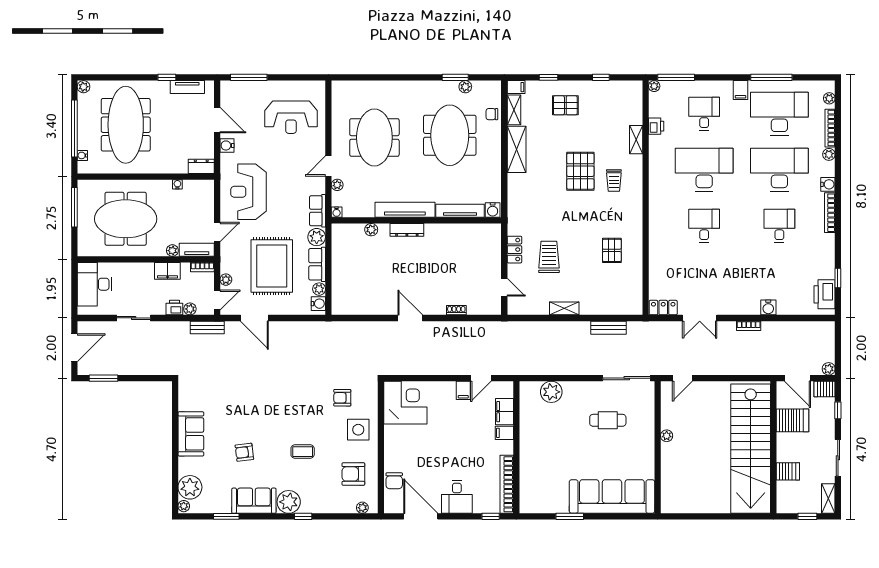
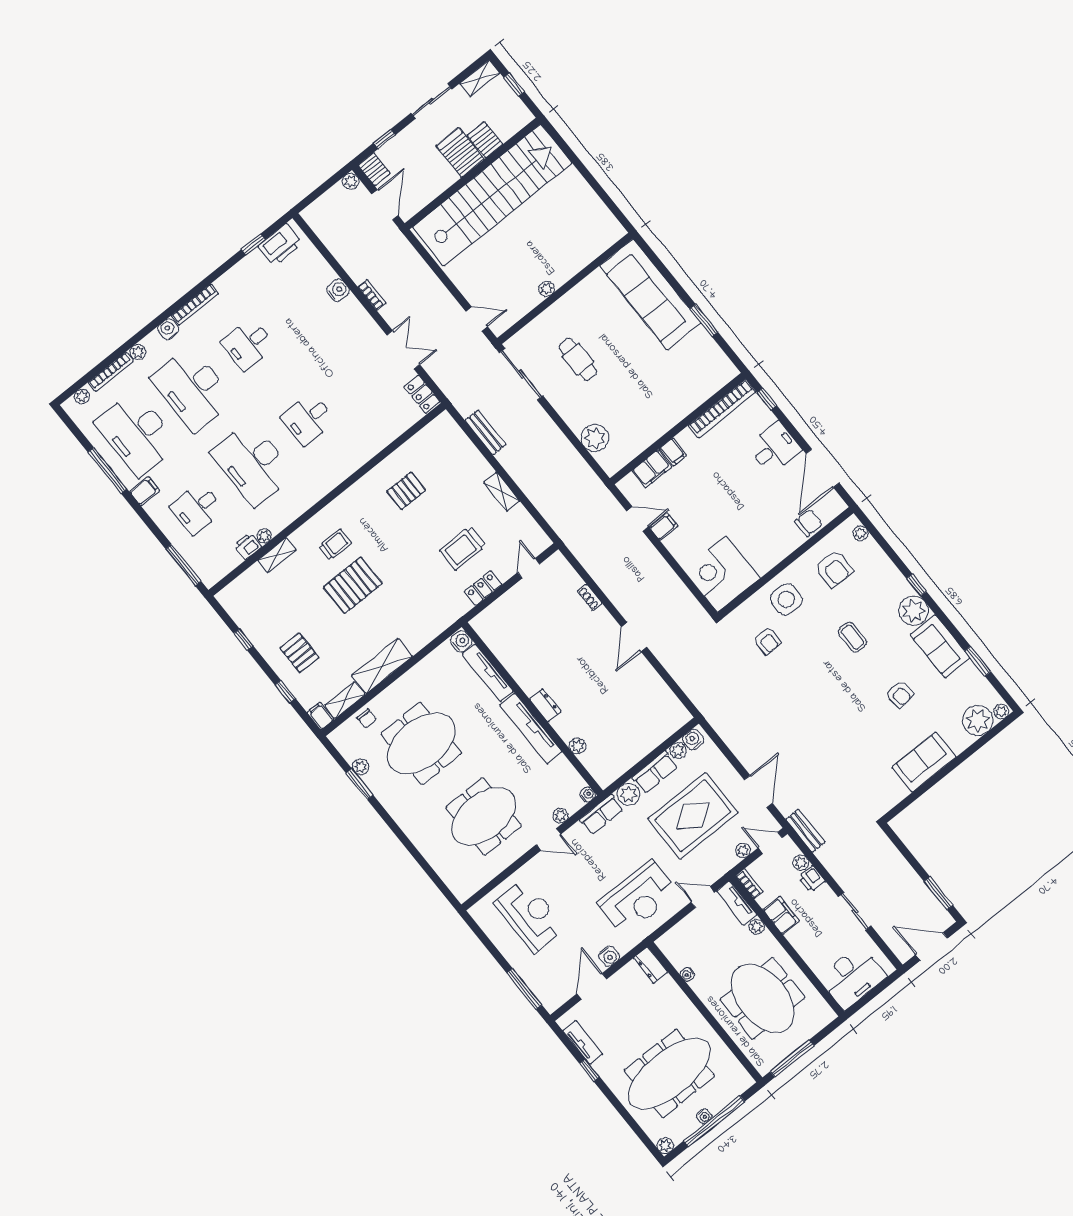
plant: (654, 86) -> (264, 536), moved
water cooler: (82, 155) -> (704, 1116), moved
dresser: (407, 230) -> (545, 705), width x0.70
server rack: (792, 420) -> (460, 153), moved

